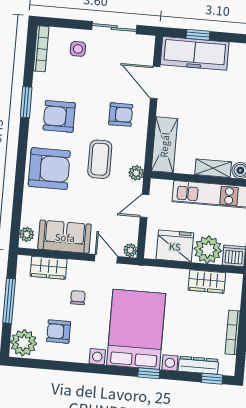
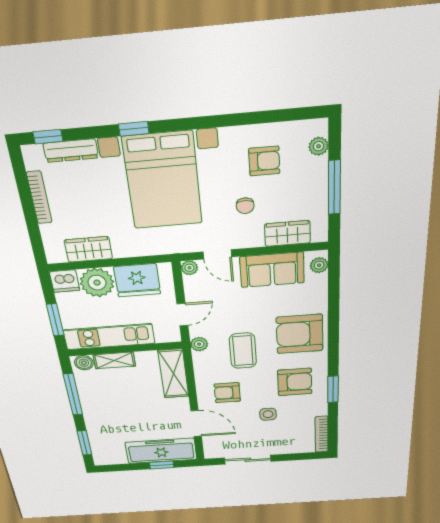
side table: (78, 49) -> (268, 414), moved
plant: (24, 343) -> (319, 146), width x0.53, depth x0.53

